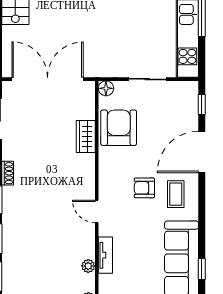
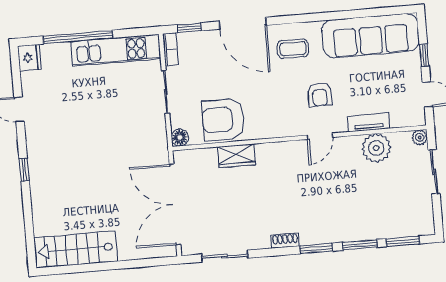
bookcase: (184, 86) -> (170, 49), added
armchair: (144, 188) -> (320, 94), moved
plant: (88, 266) -> (376, 148), width x1.87, depth x1.87
window: (202, 269) -> (375, 12), removed

